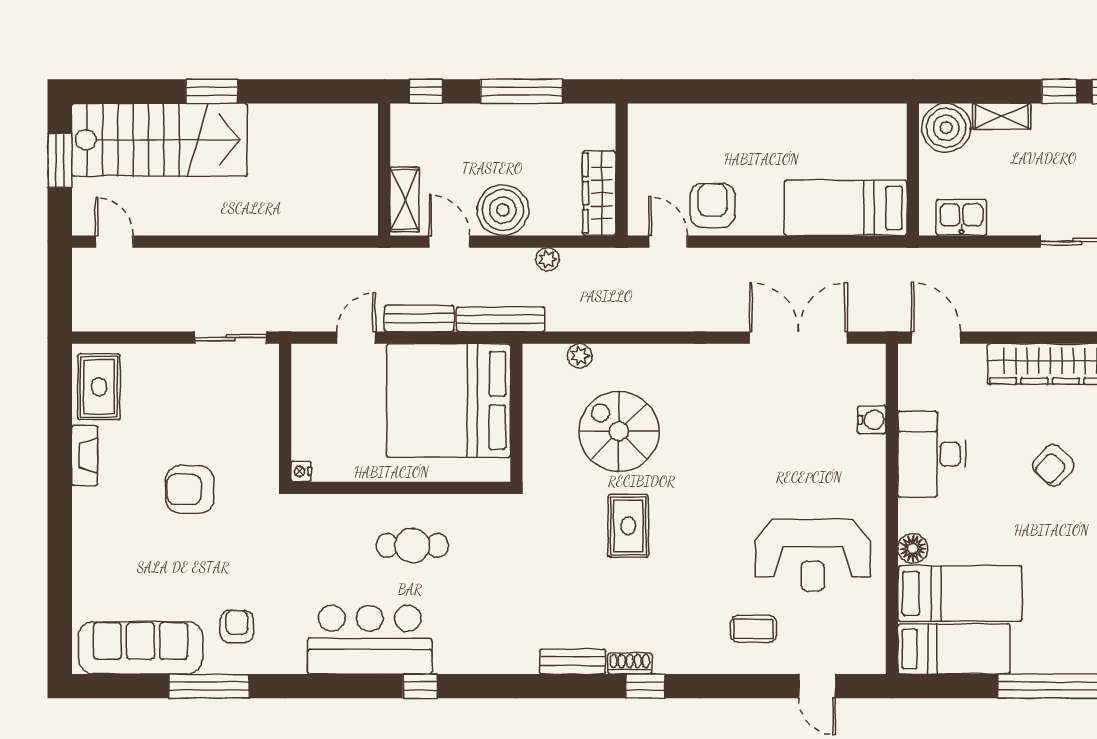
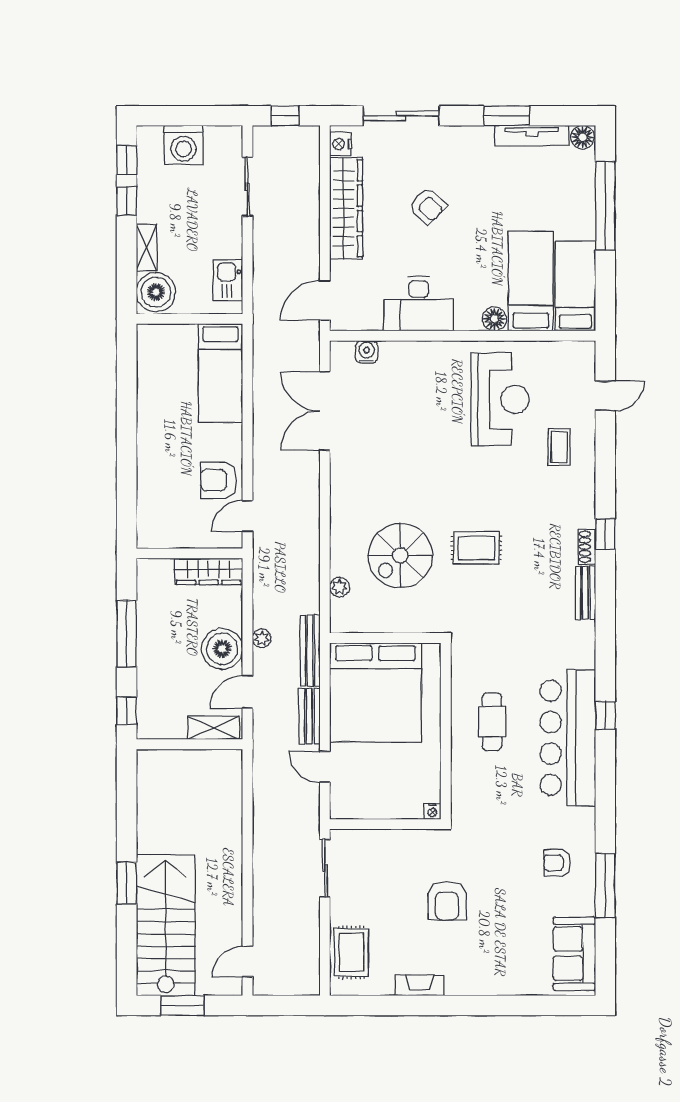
plant: (547, 259) -> (262, 638), moved
rug: (99, 387) -> (351, 952), moved, turned 90
water cooler: (872, 420) -> (367, 352), moved
bar counter: (370, 640) -> (568, 738), width x1.36
sofa: (140, 648) -> (574, 954), width x0.73

